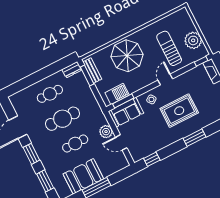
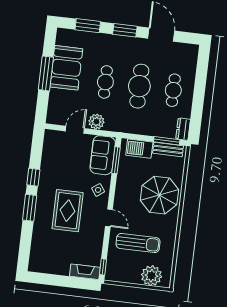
plant: (193, 40) -> (151, 276), moved
barbecue: (117, 94) -> (139, 149), moved, turned 90
window: (152, 159) -> (33, 177), moved

